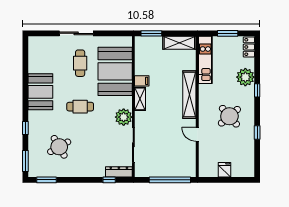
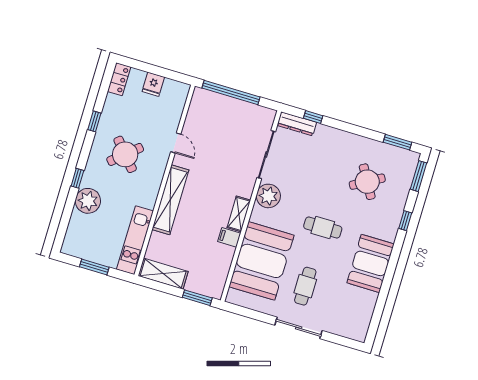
locker: (249, 47) -> (119, 79), moved

